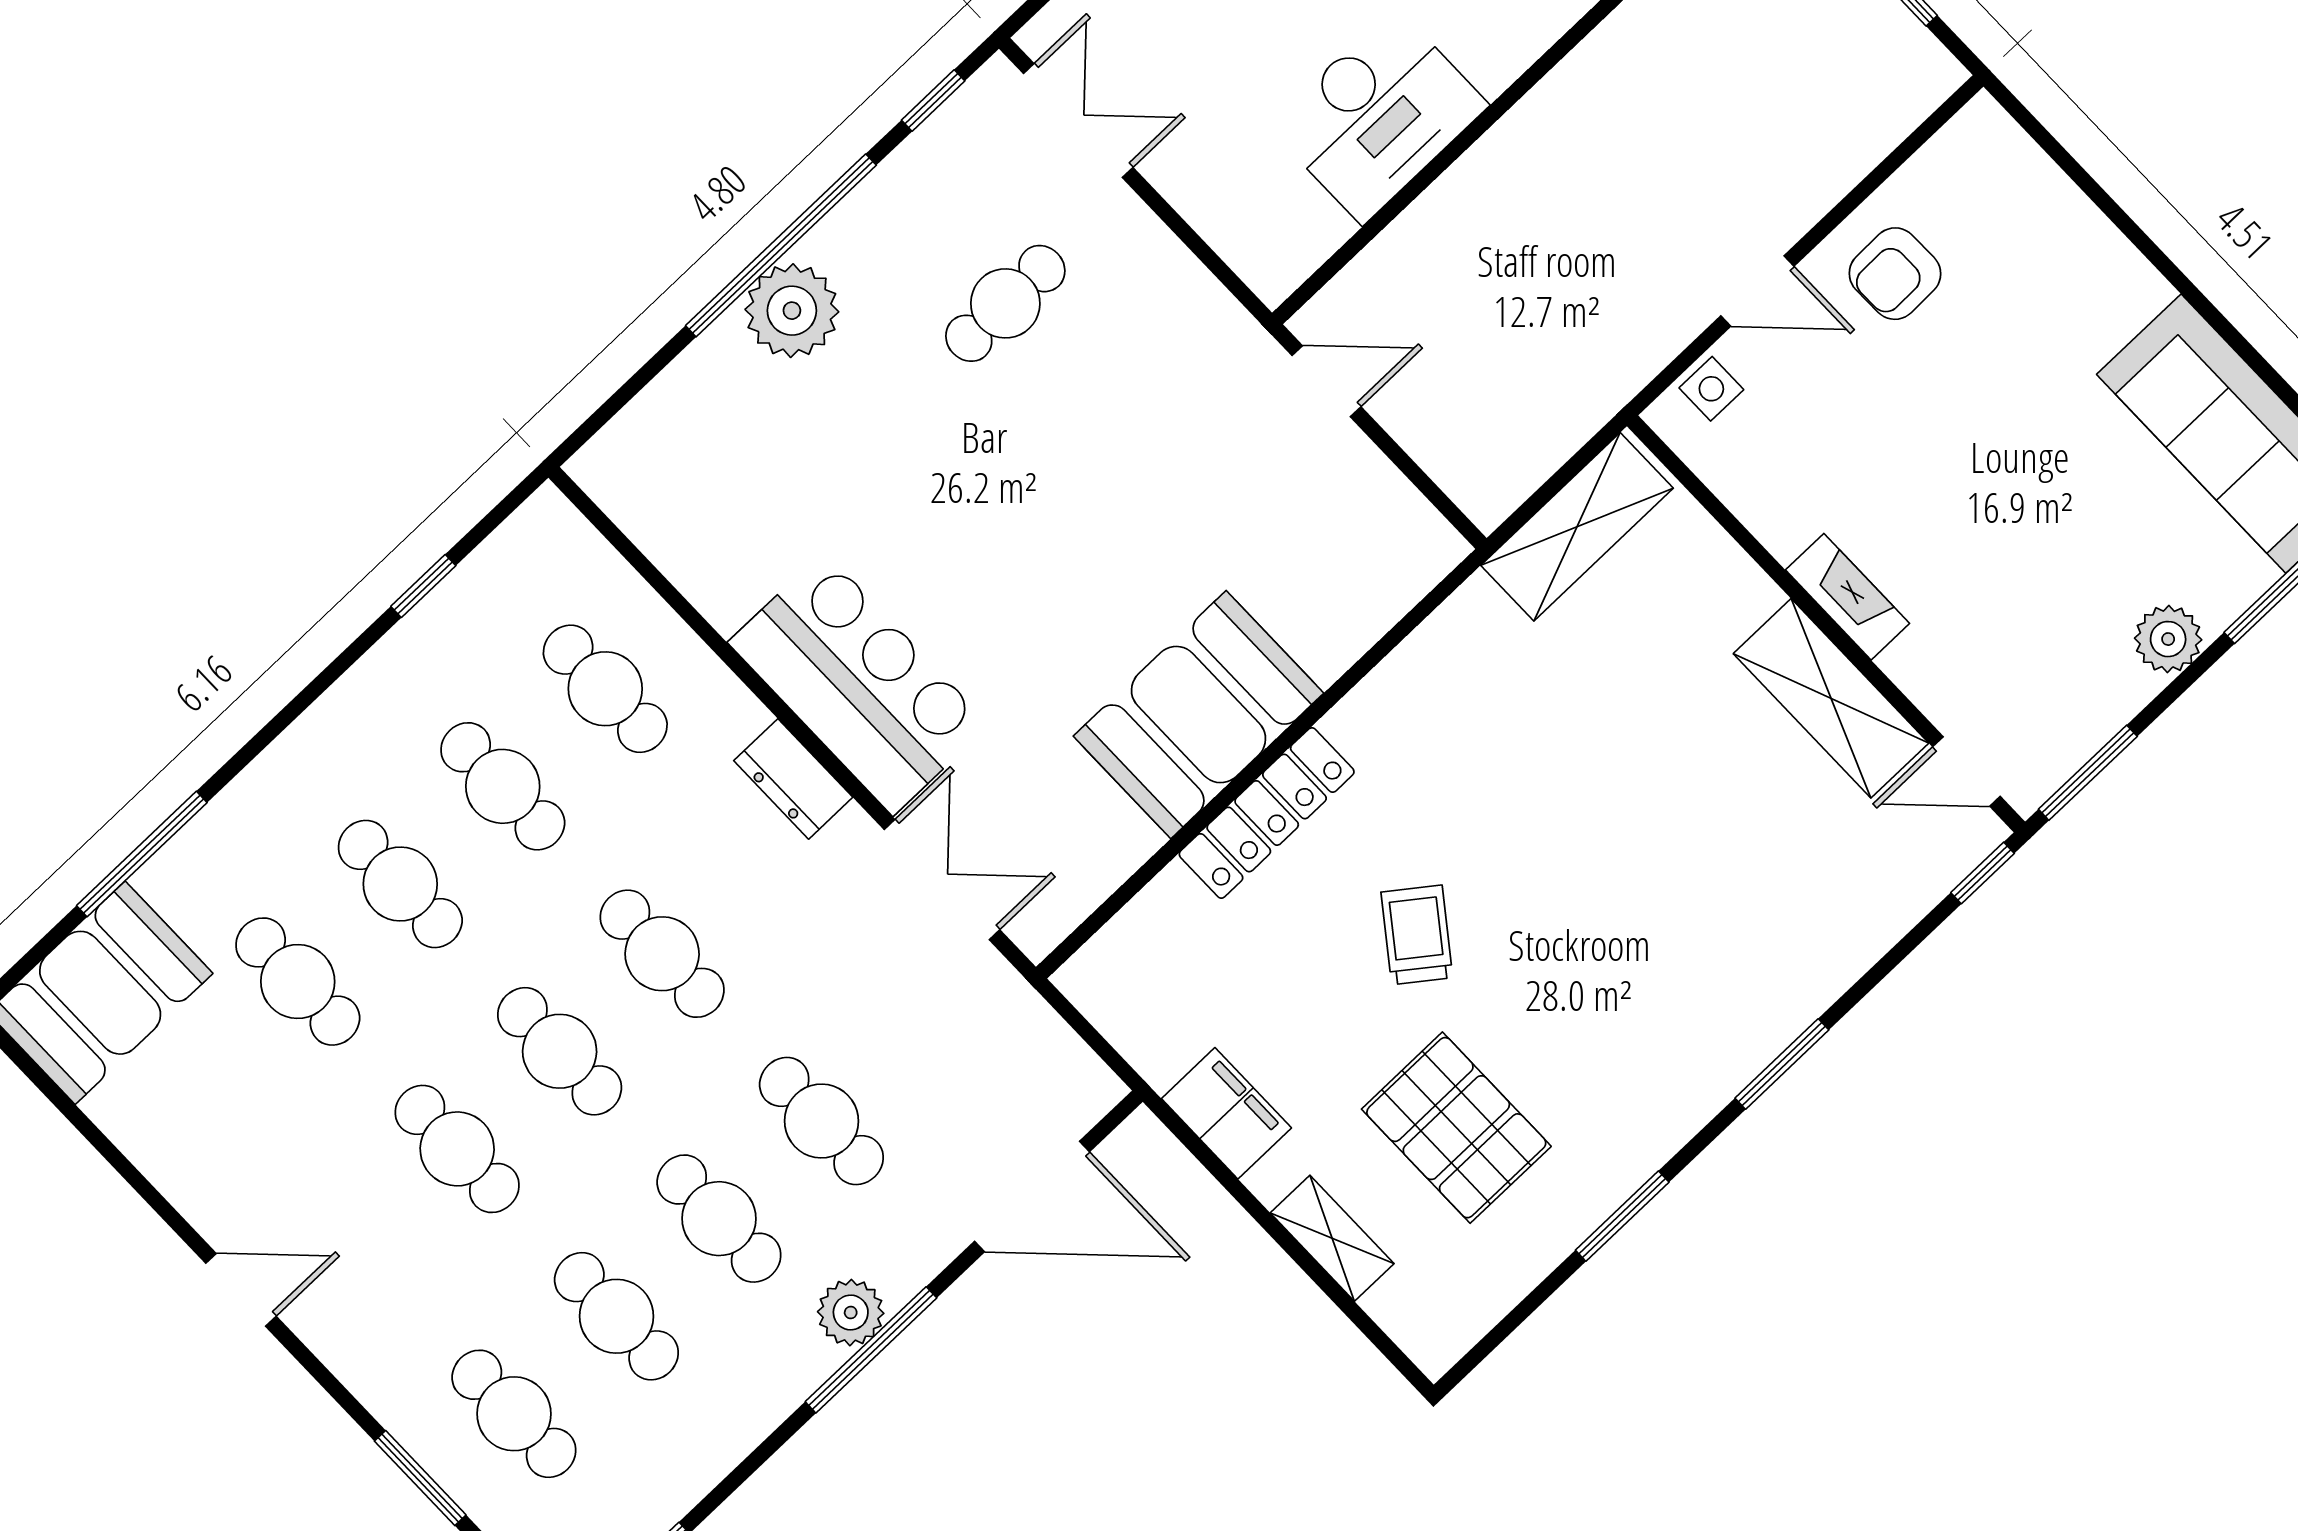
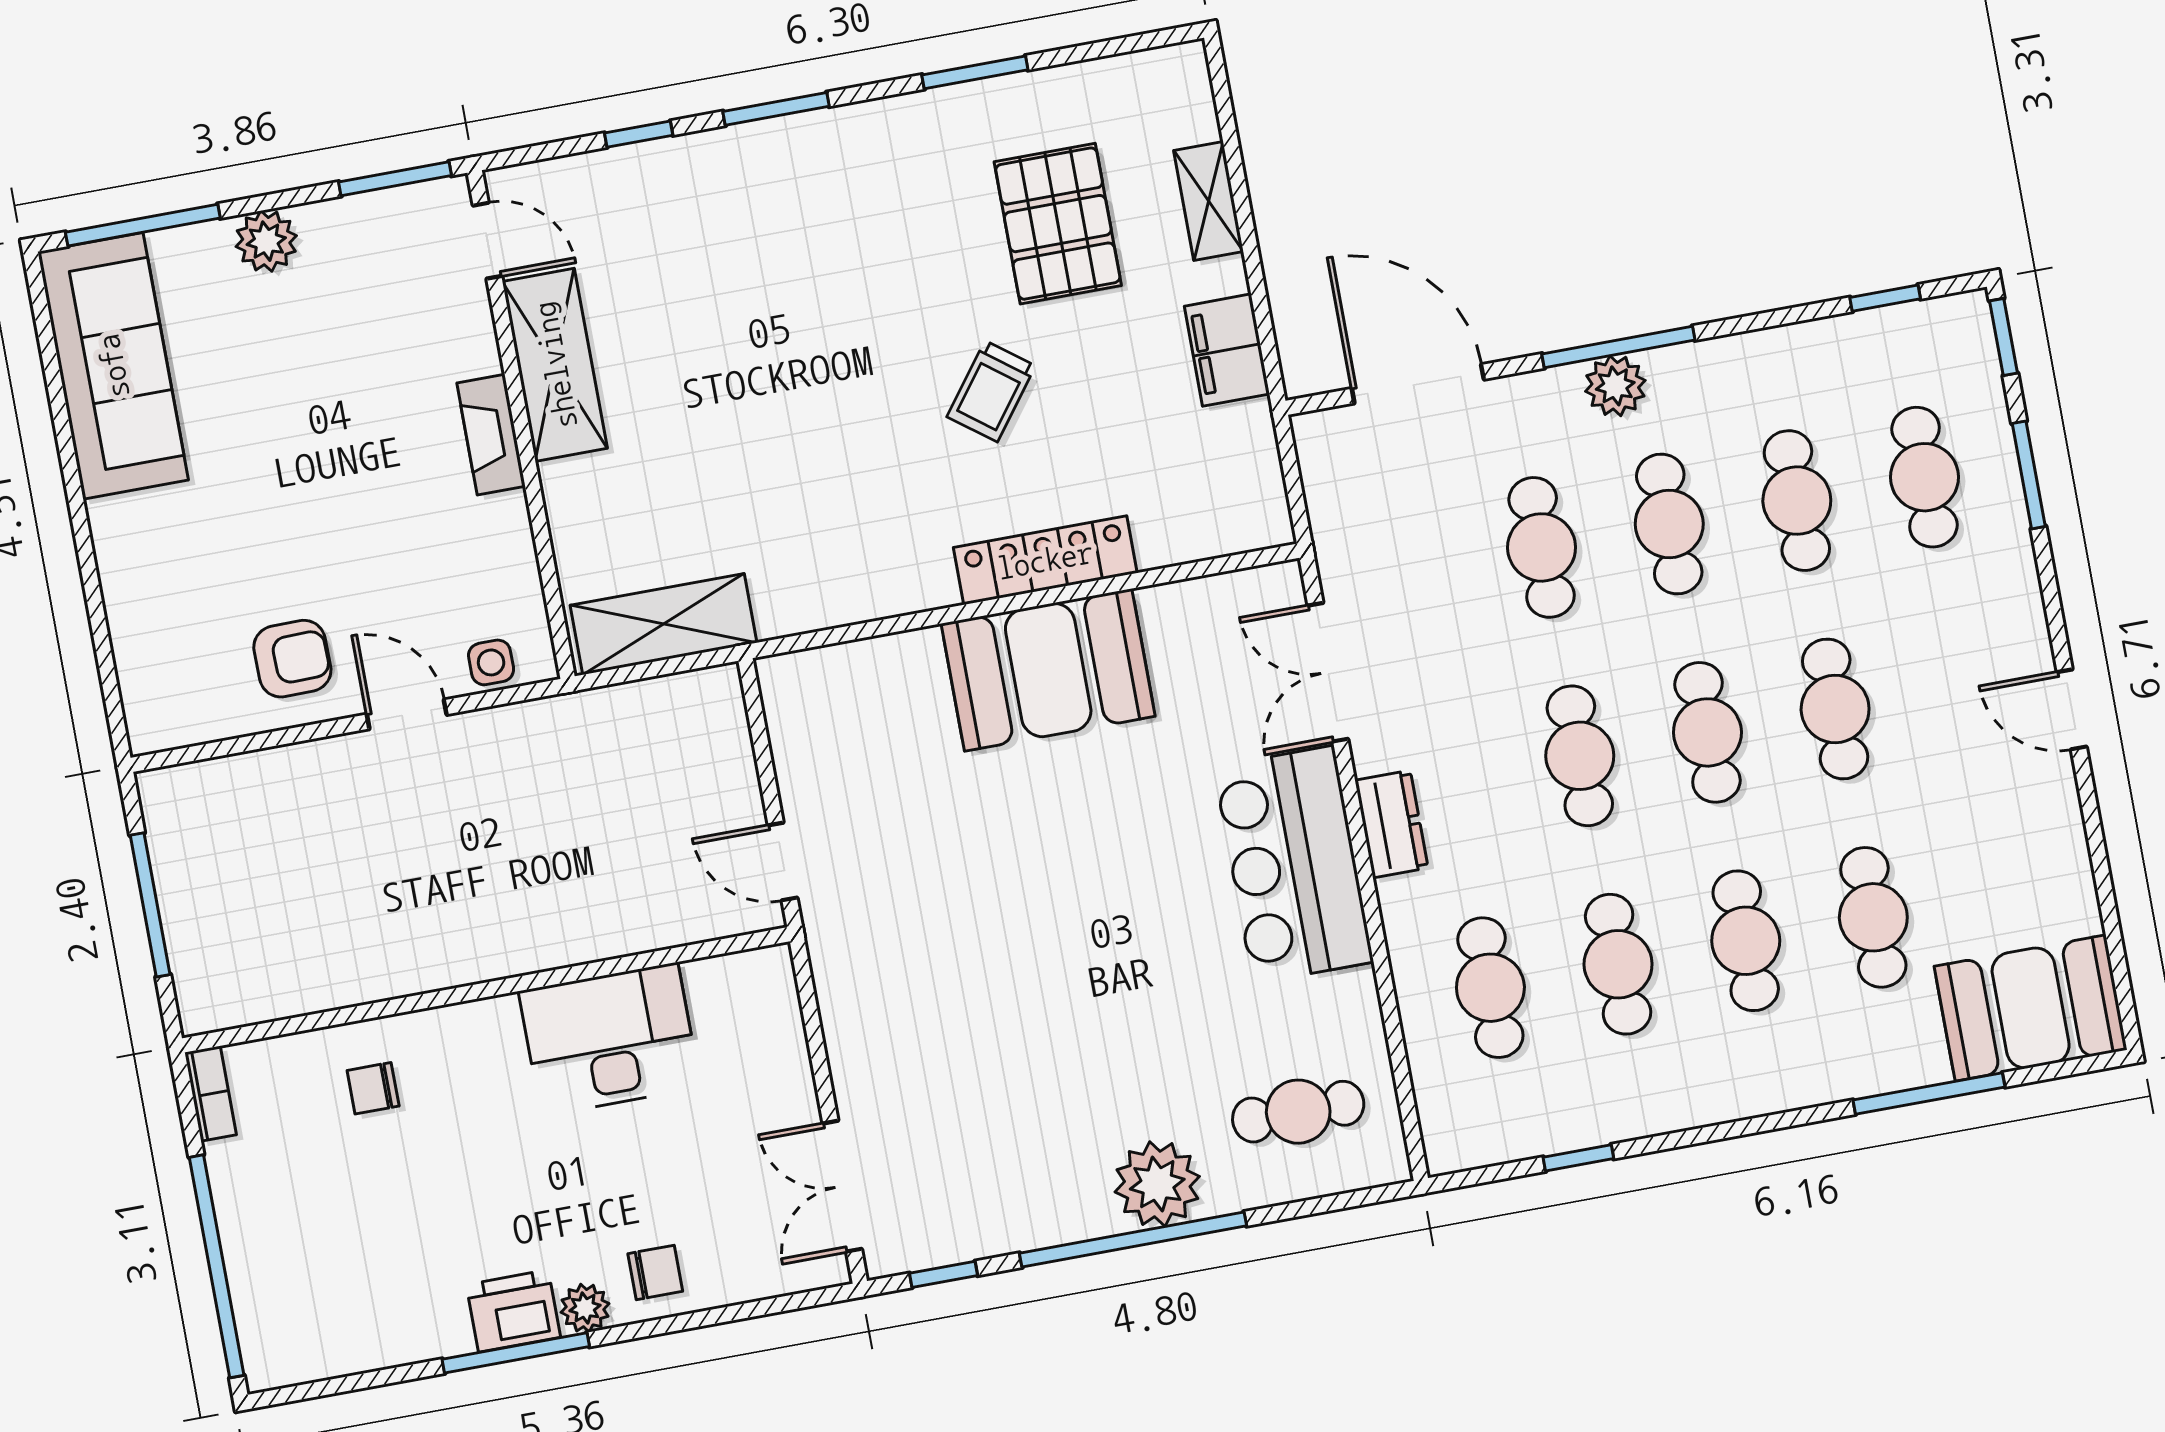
cafe table: (1005, 303) -> (1298, 1112), moved
window: (1983, 873) -> (639, 134), moved

